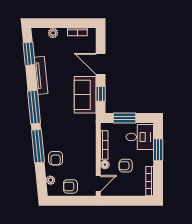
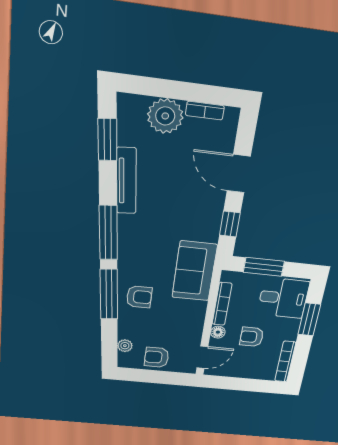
plant: (53, 33) -> (165, 116), width x1.88, depth x1.88
sofa: (85, 95) -> (194, 271), moved
armchair: (56, 158) -> (139, 297), moved, turned -90

